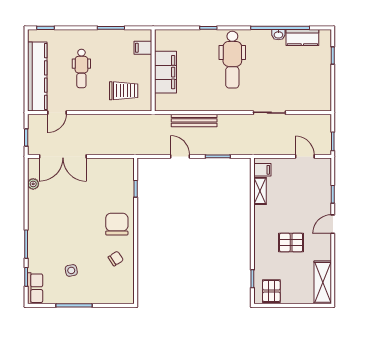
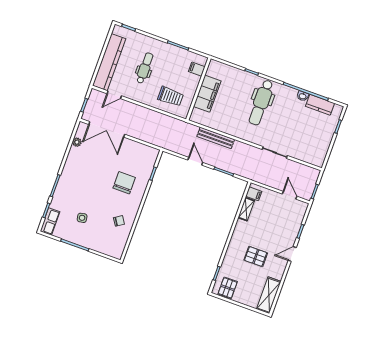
dental chair: (81, 68) -> (145, 68), turned 180
chair: (117, 224) -> (124, 183), moved

